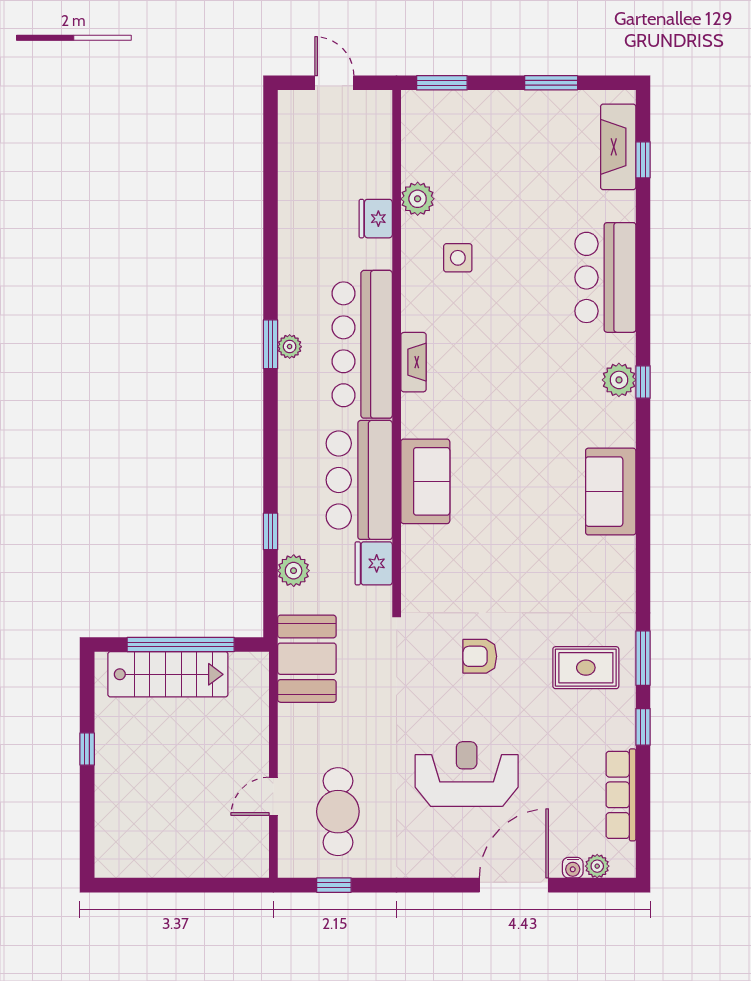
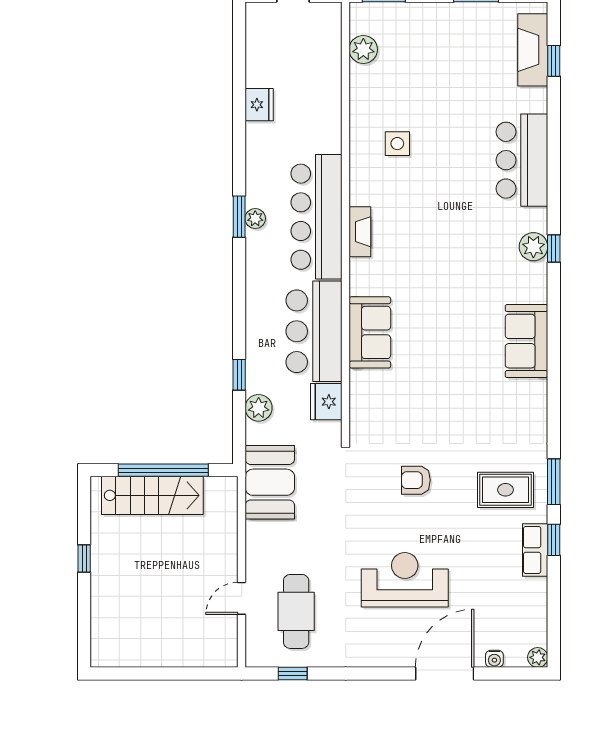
plant: (418, 199) -> (363, 49), moved
fridge: (376, 219) -> (259, 105), moved, turned 180
row of seats: (621, 795) -> (535, 550), moved, width x0.68
plant: (597, 866) -> (538, 657), moved

